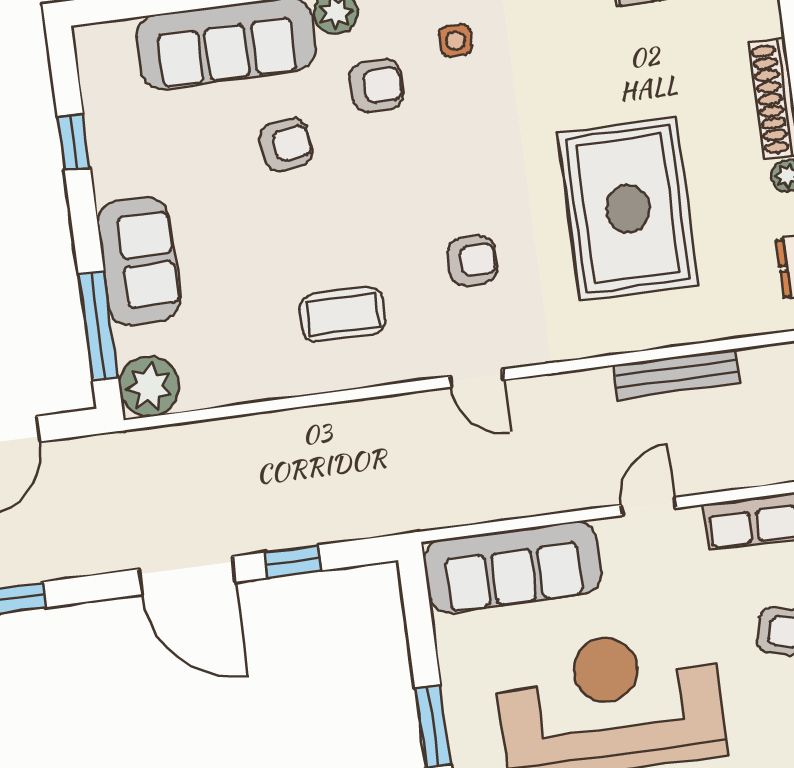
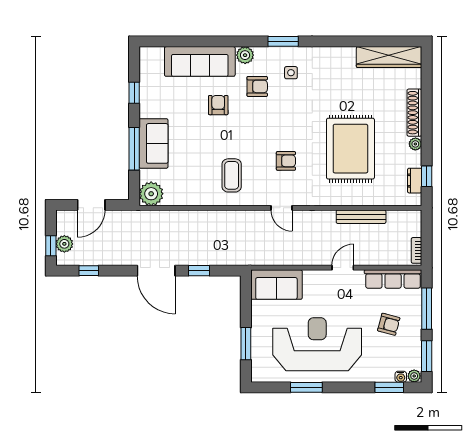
armchair: (286, 145) -> (218, 105), turned -82
coffee table: (343, 314) -> (232, 175), turned 90
window: (98, 326) -> (134, 149), moved
sofa: (513, 567) -> (276, 285), width x0.73

